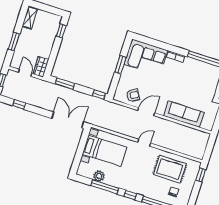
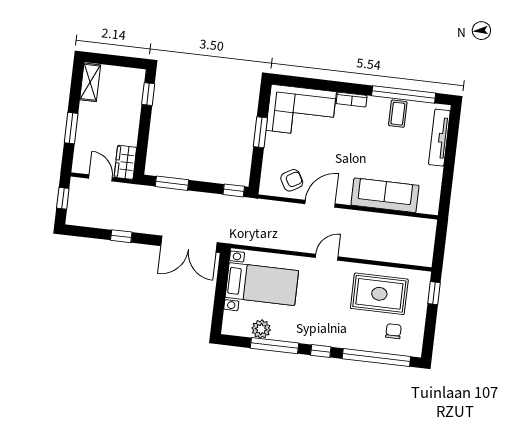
coffee table: (200, 69) -> (398, 114), added
window: (19, 104) -> (121, 236), moved
double door: (68, 120) -> (189, 244), swing flipped

